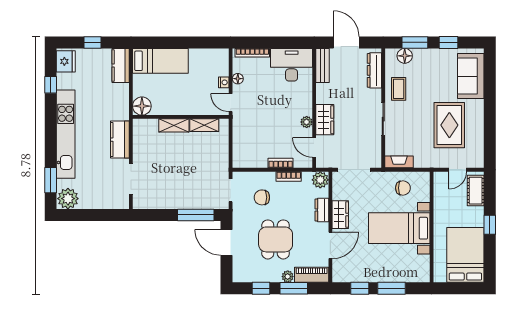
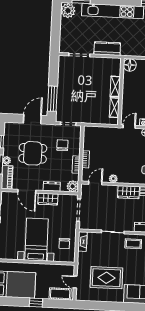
wardrobe: (325, 120) -> (128, 192), moved

